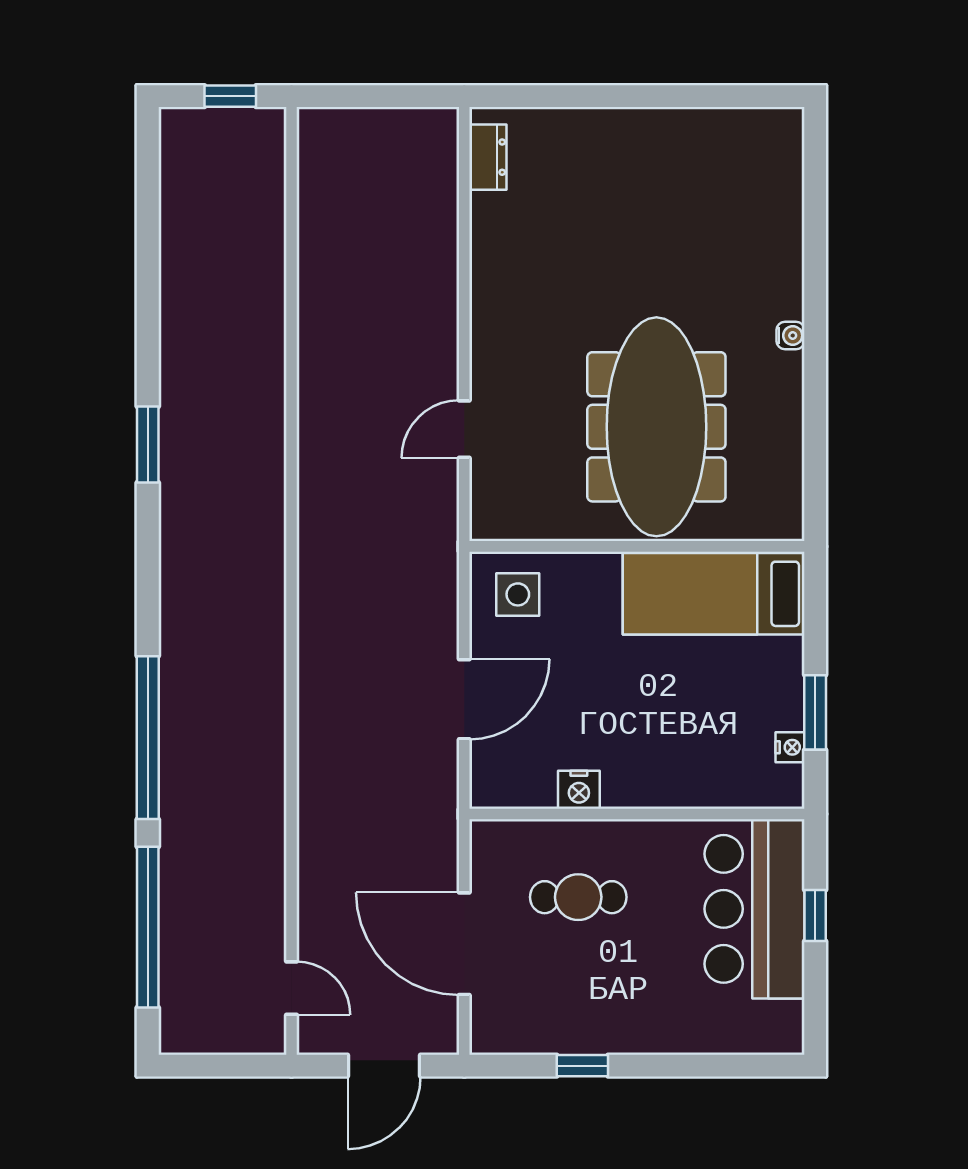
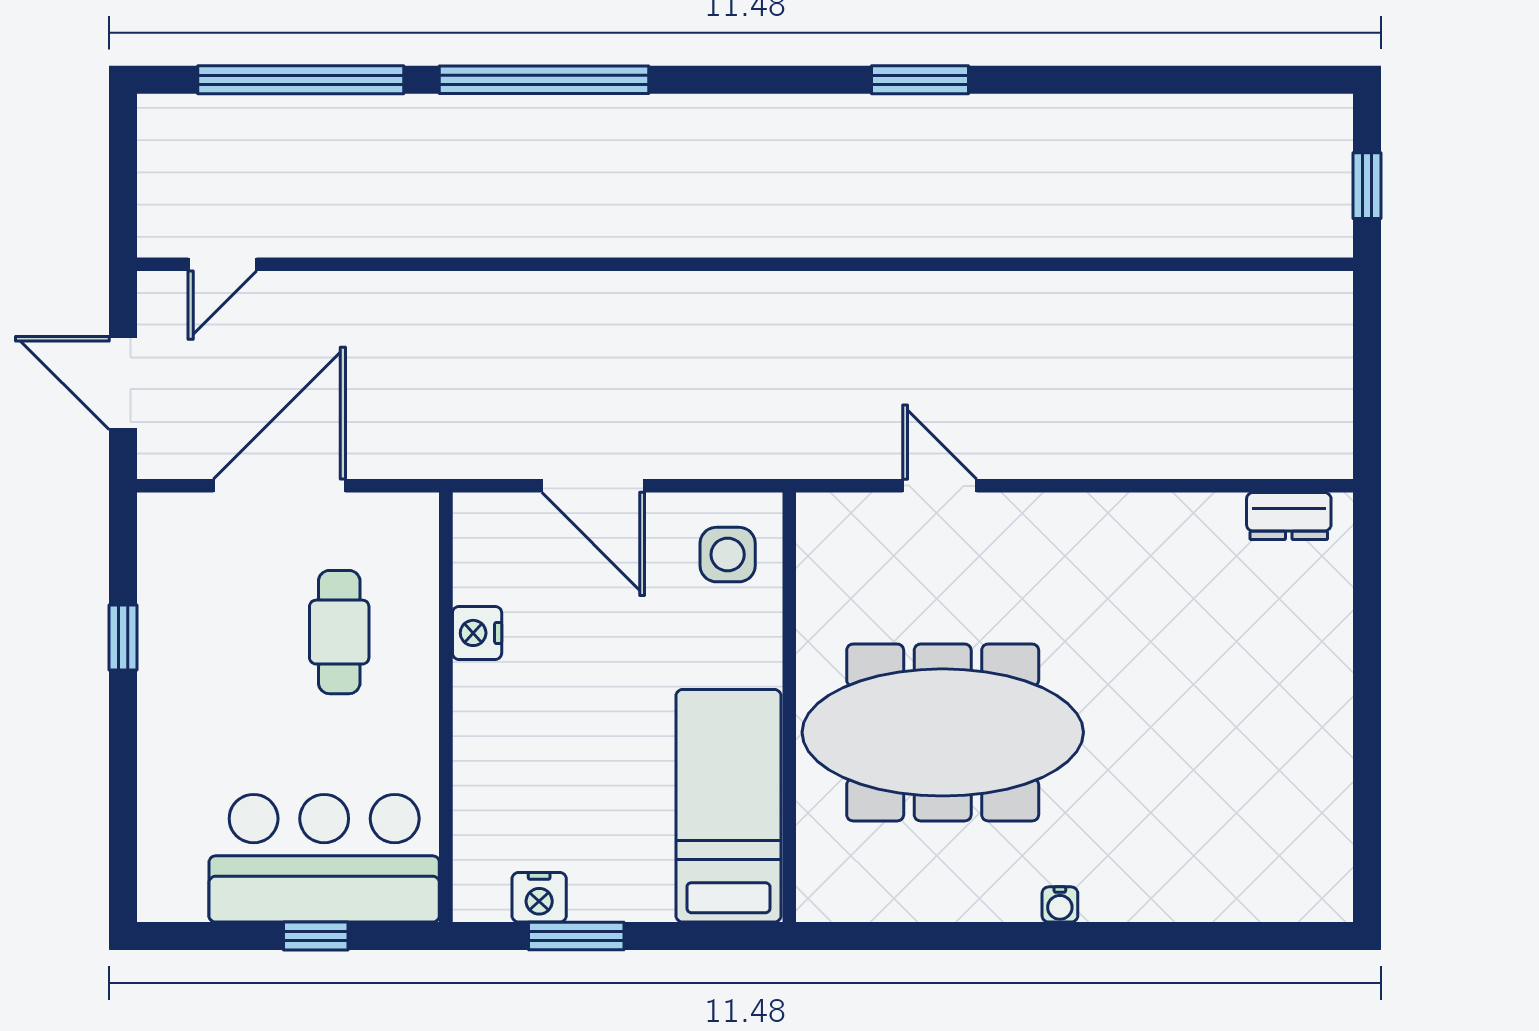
nightstand: (790, 747) -> (539, 897), width x1.39, depth x1.35

